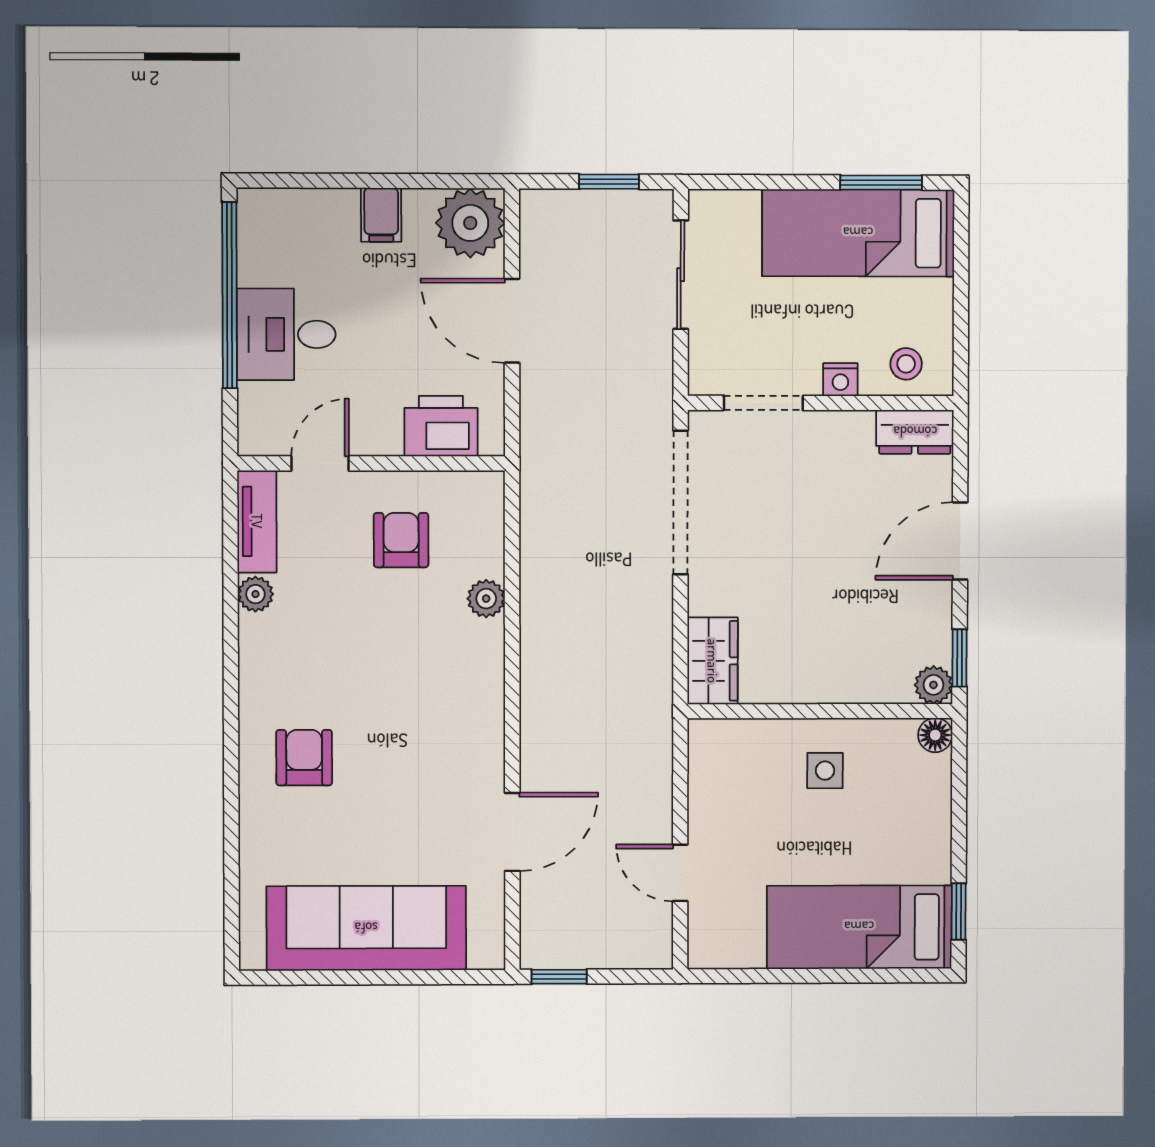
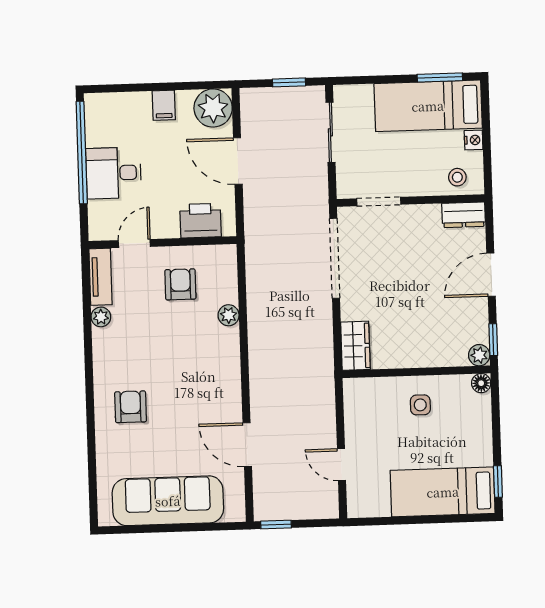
nightstand: (840, 380) -> (474, 140), moved, turned -90
door: (512, 832) -> (247, 445), swing flipped

